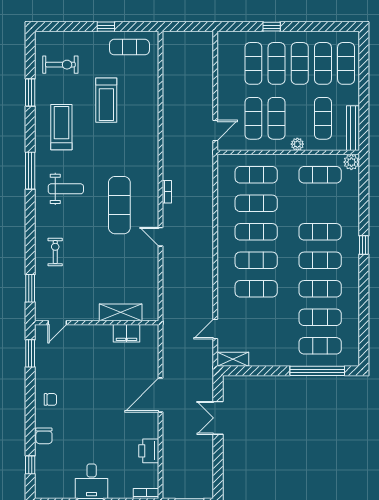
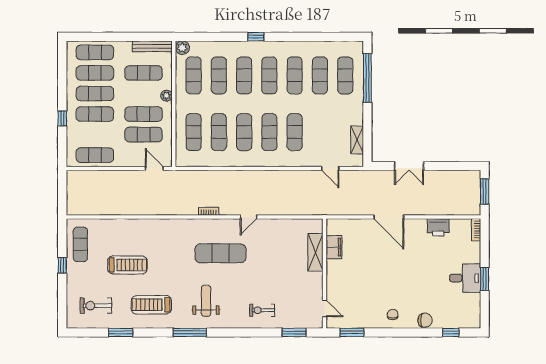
exercise mat: (253, 63) -> (95, 155), moved
exercise bike: (60, 65) -> (96, 306), turned -90
exercise mat: (320, 203) -> (219, 75), added
shelving: (233, 359) -> (357, 140), moved

